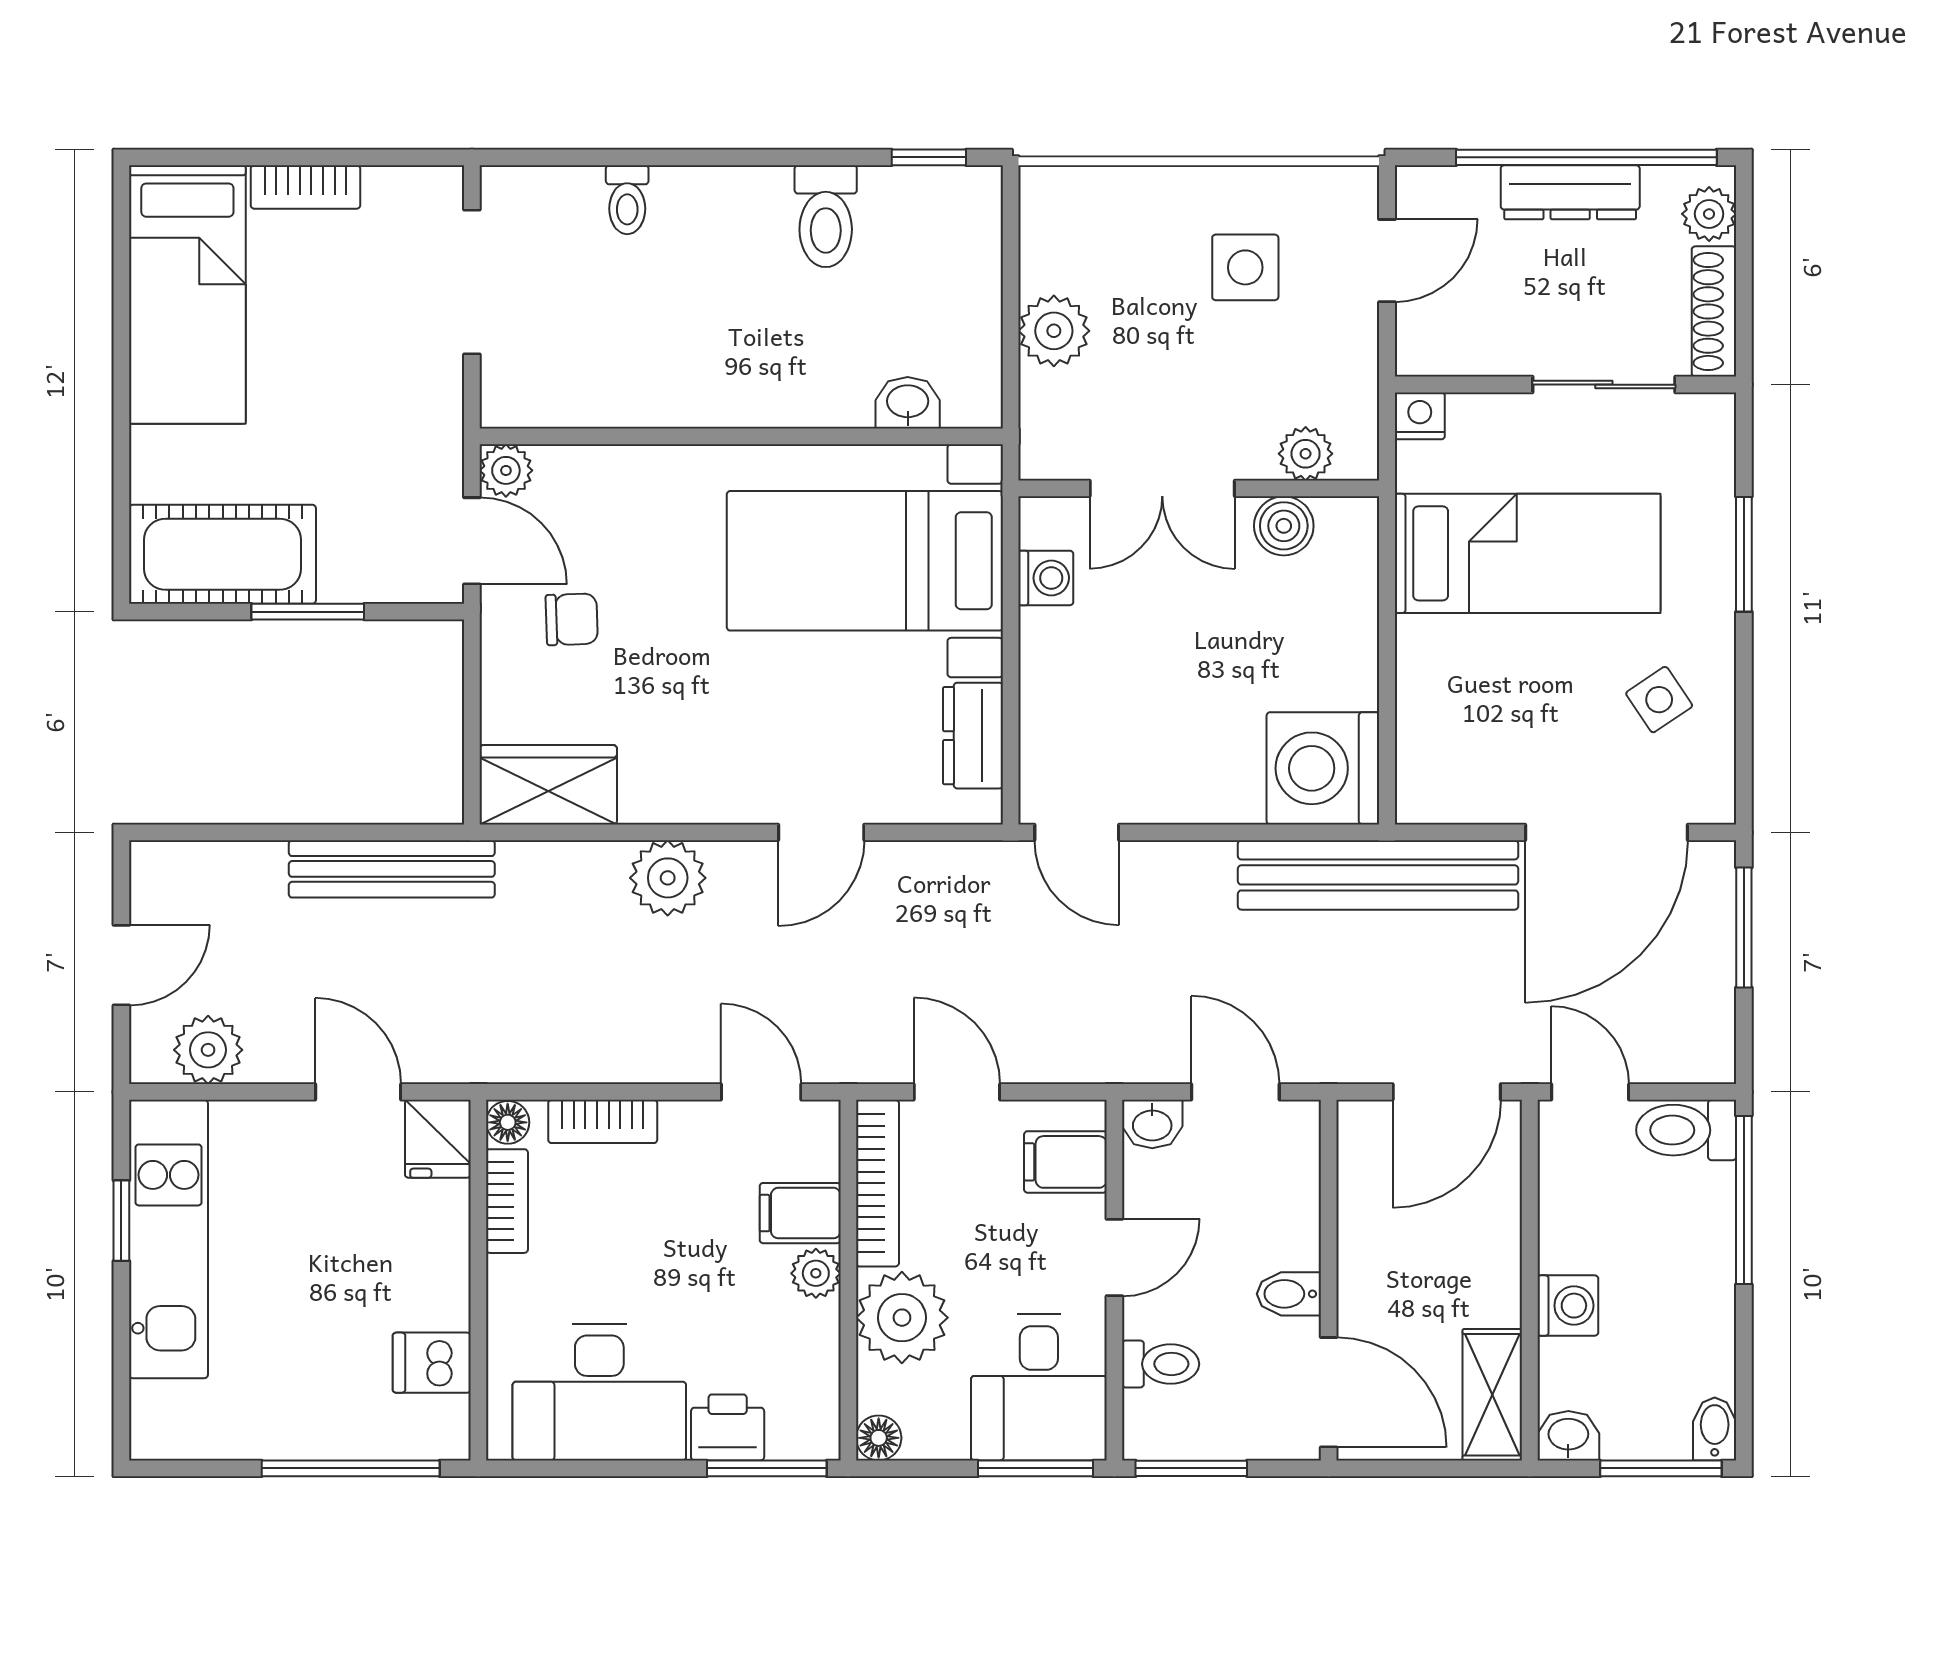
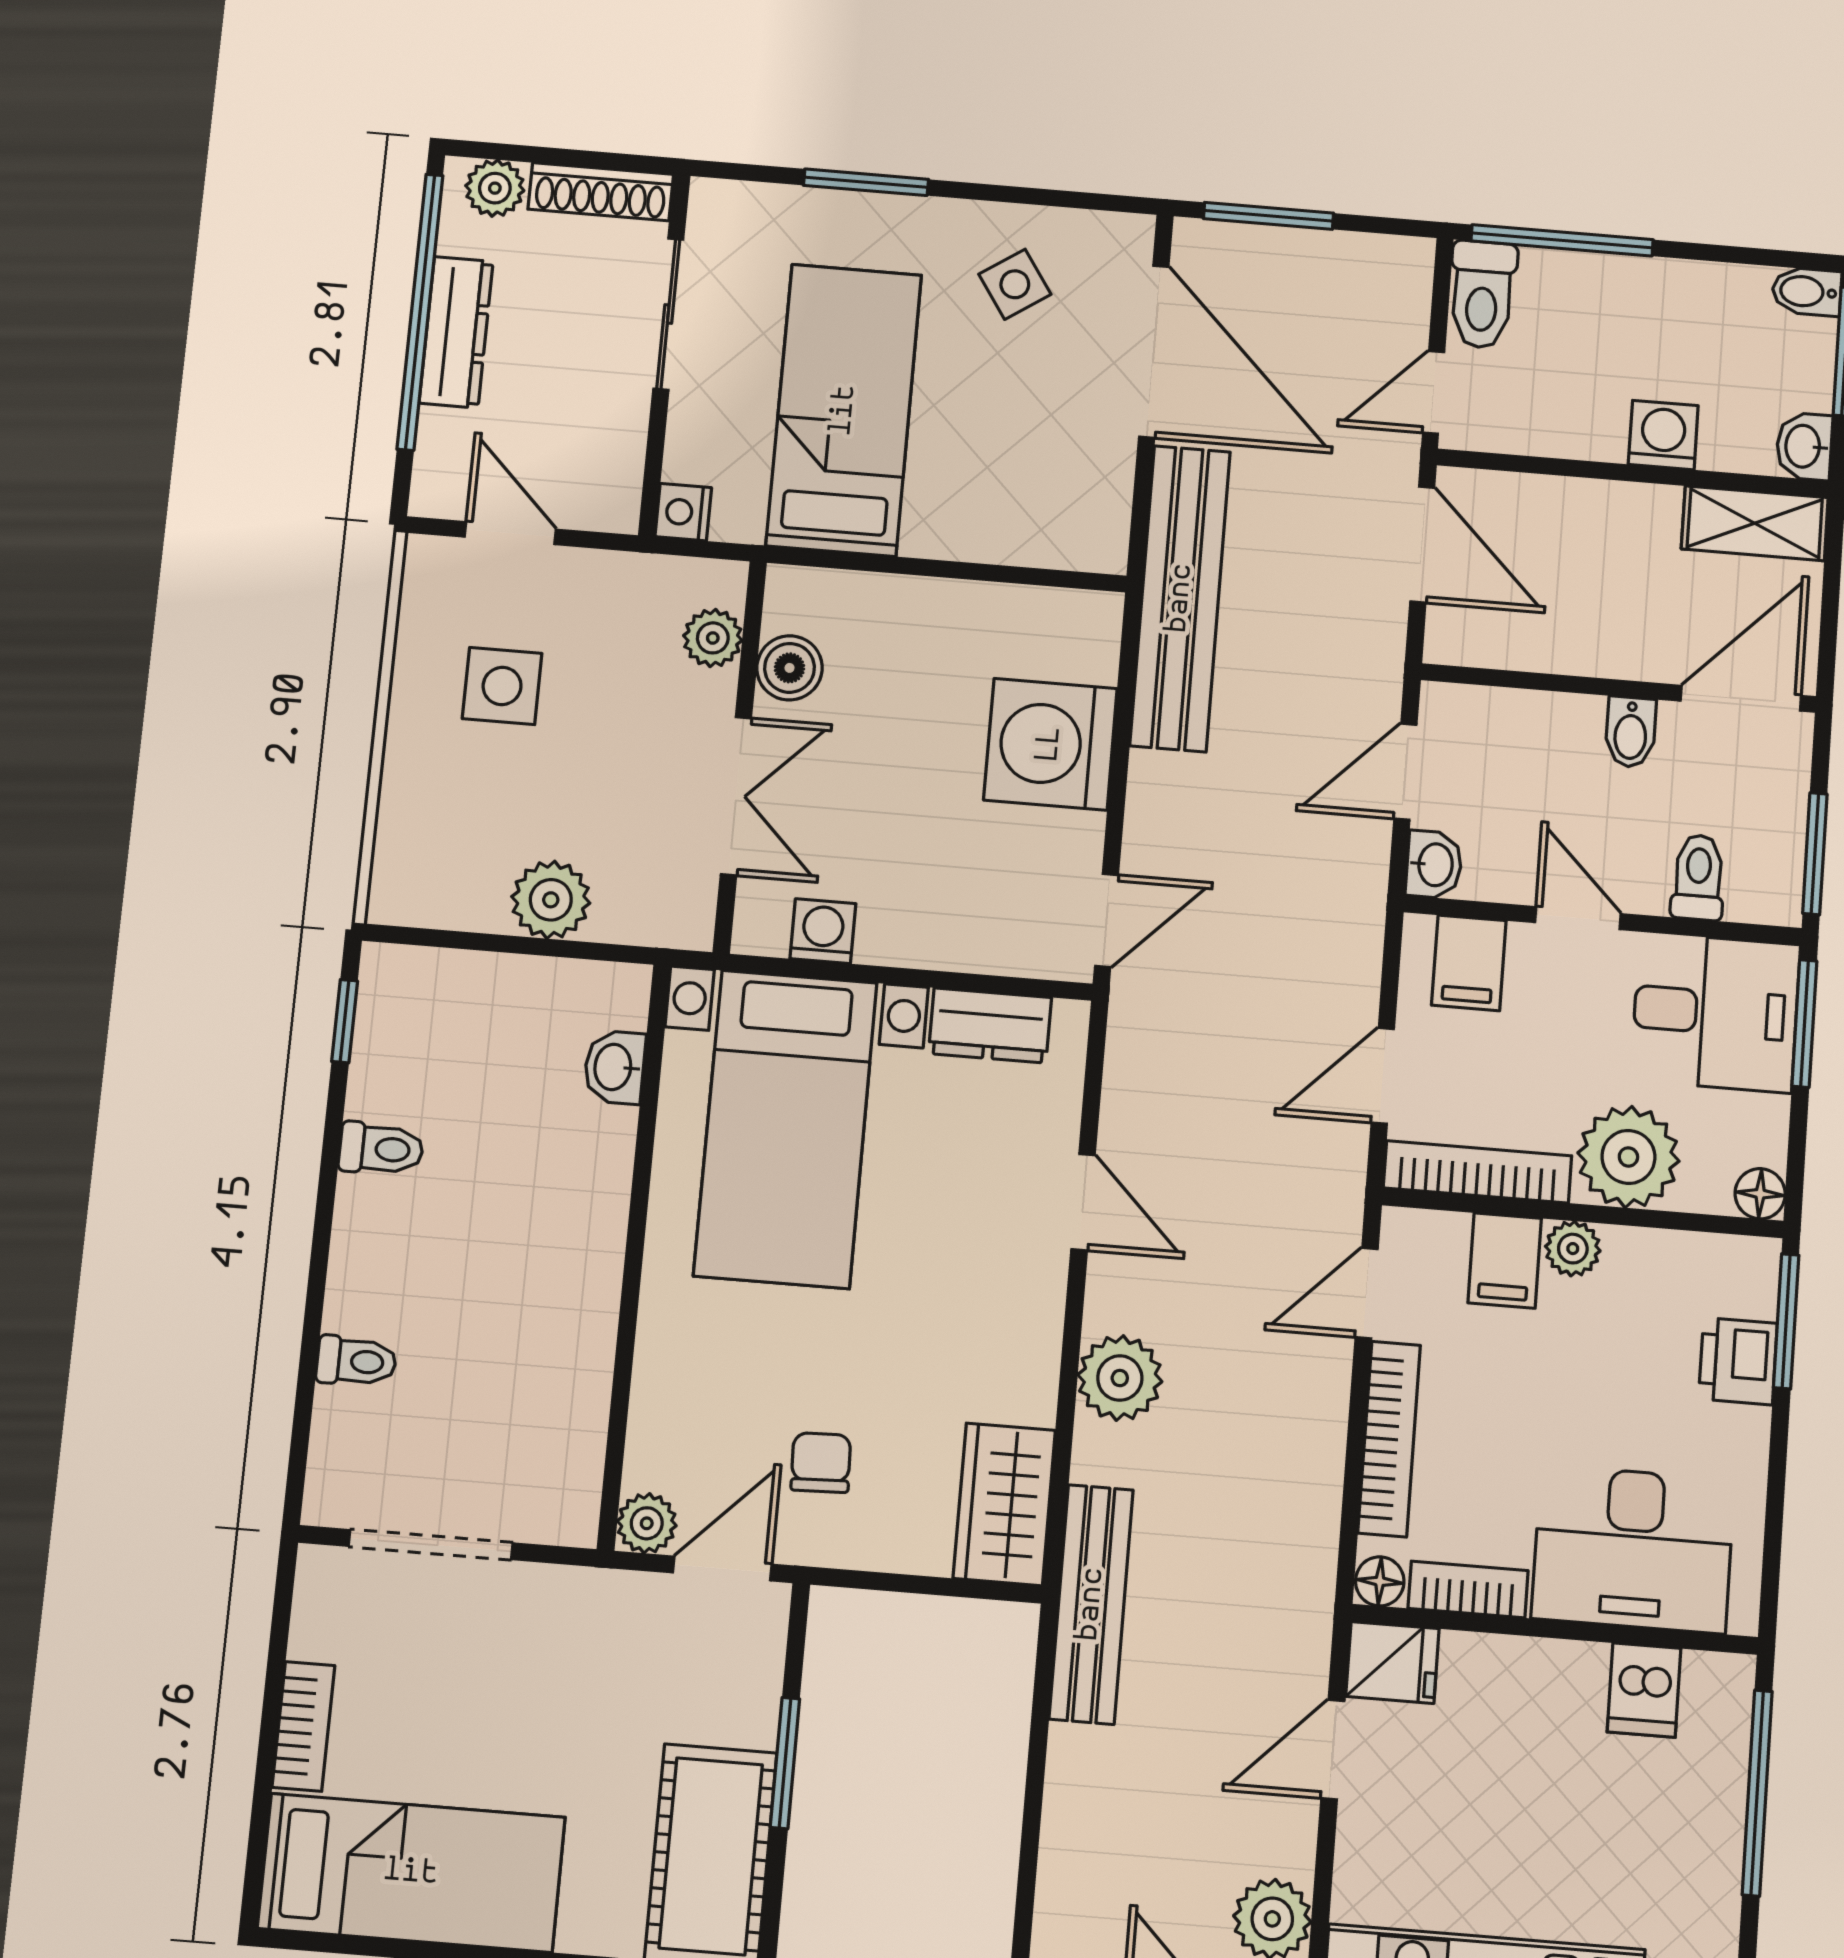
toilet: (826, 216) -> (381, 1149), width x0.73, depth x0.72
washing machine: (1323, 768) -> (1050, 744), moved, turned 90
bench: (392, 869) -> (1091, 1604), moved
bookcase: (603, 1121) -> (1389, 1439), width x1.56
desk: (599, 1392) -> (1633, 1549), moved, turned 90

